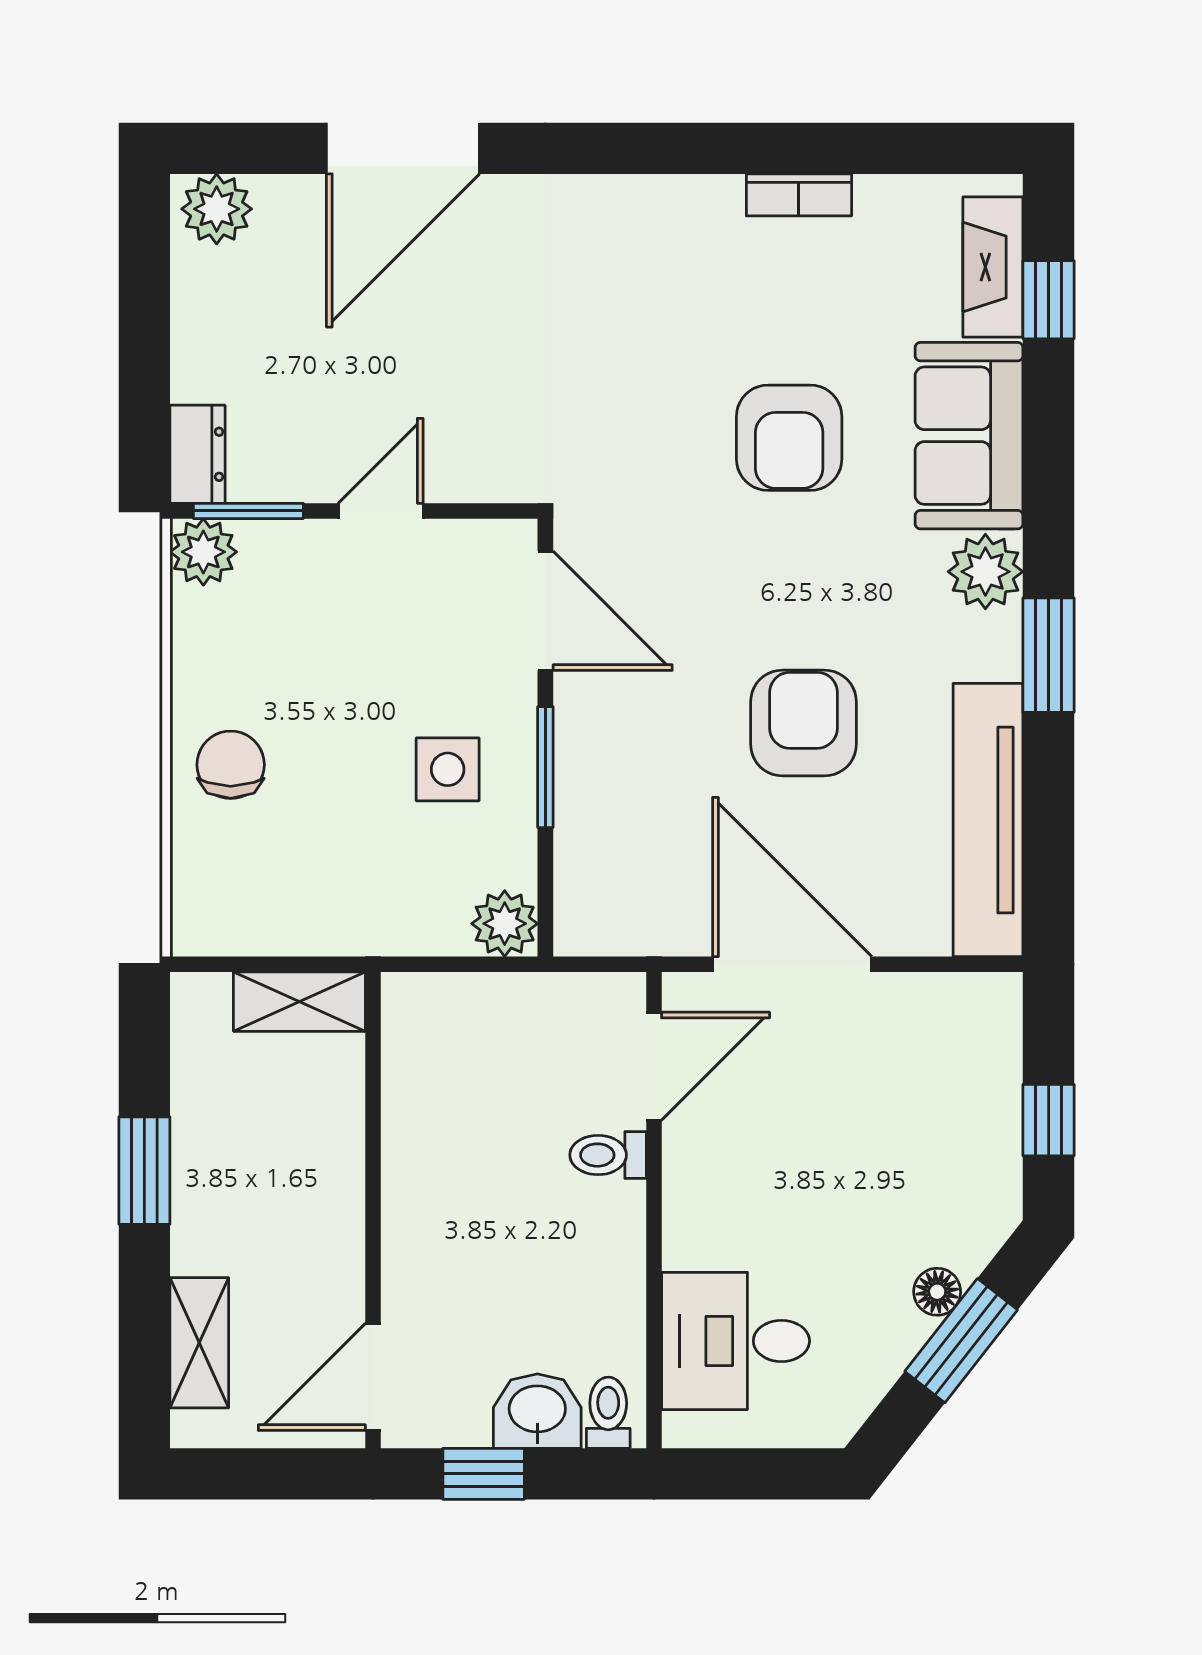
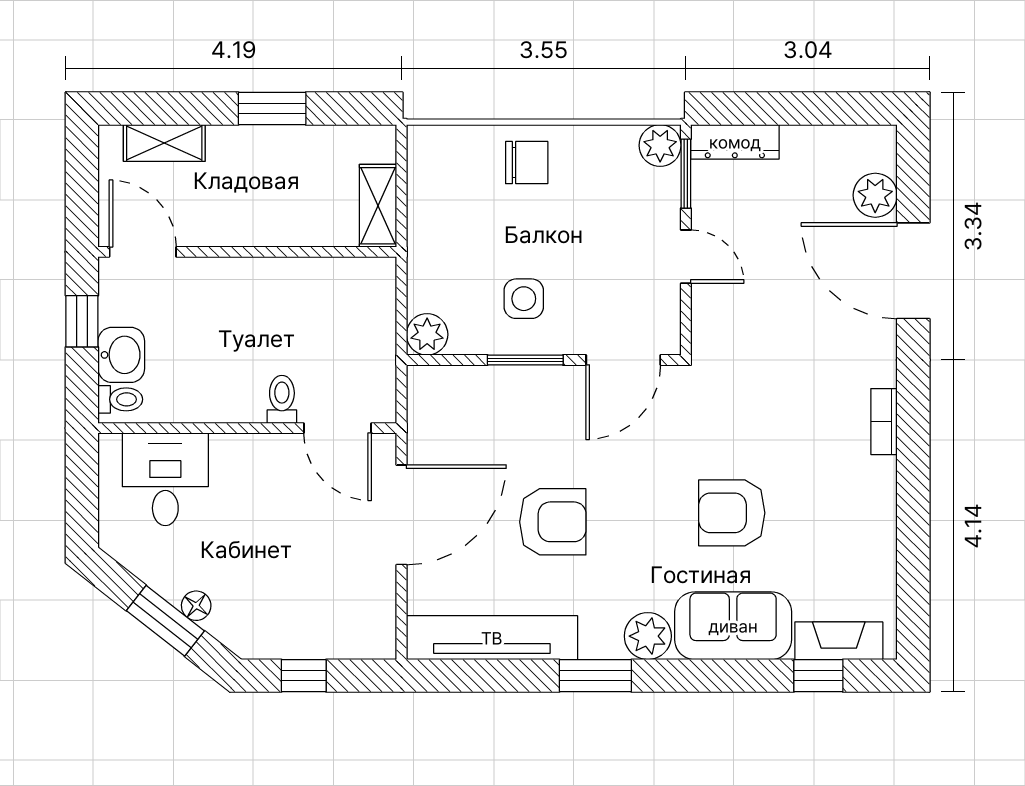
bookcase: (799, 195) -> (884, 422), moved
plant: (217, 209) -> (875, 195), moved
dresser: (198, 454) -> (735, 142), width x1.44

